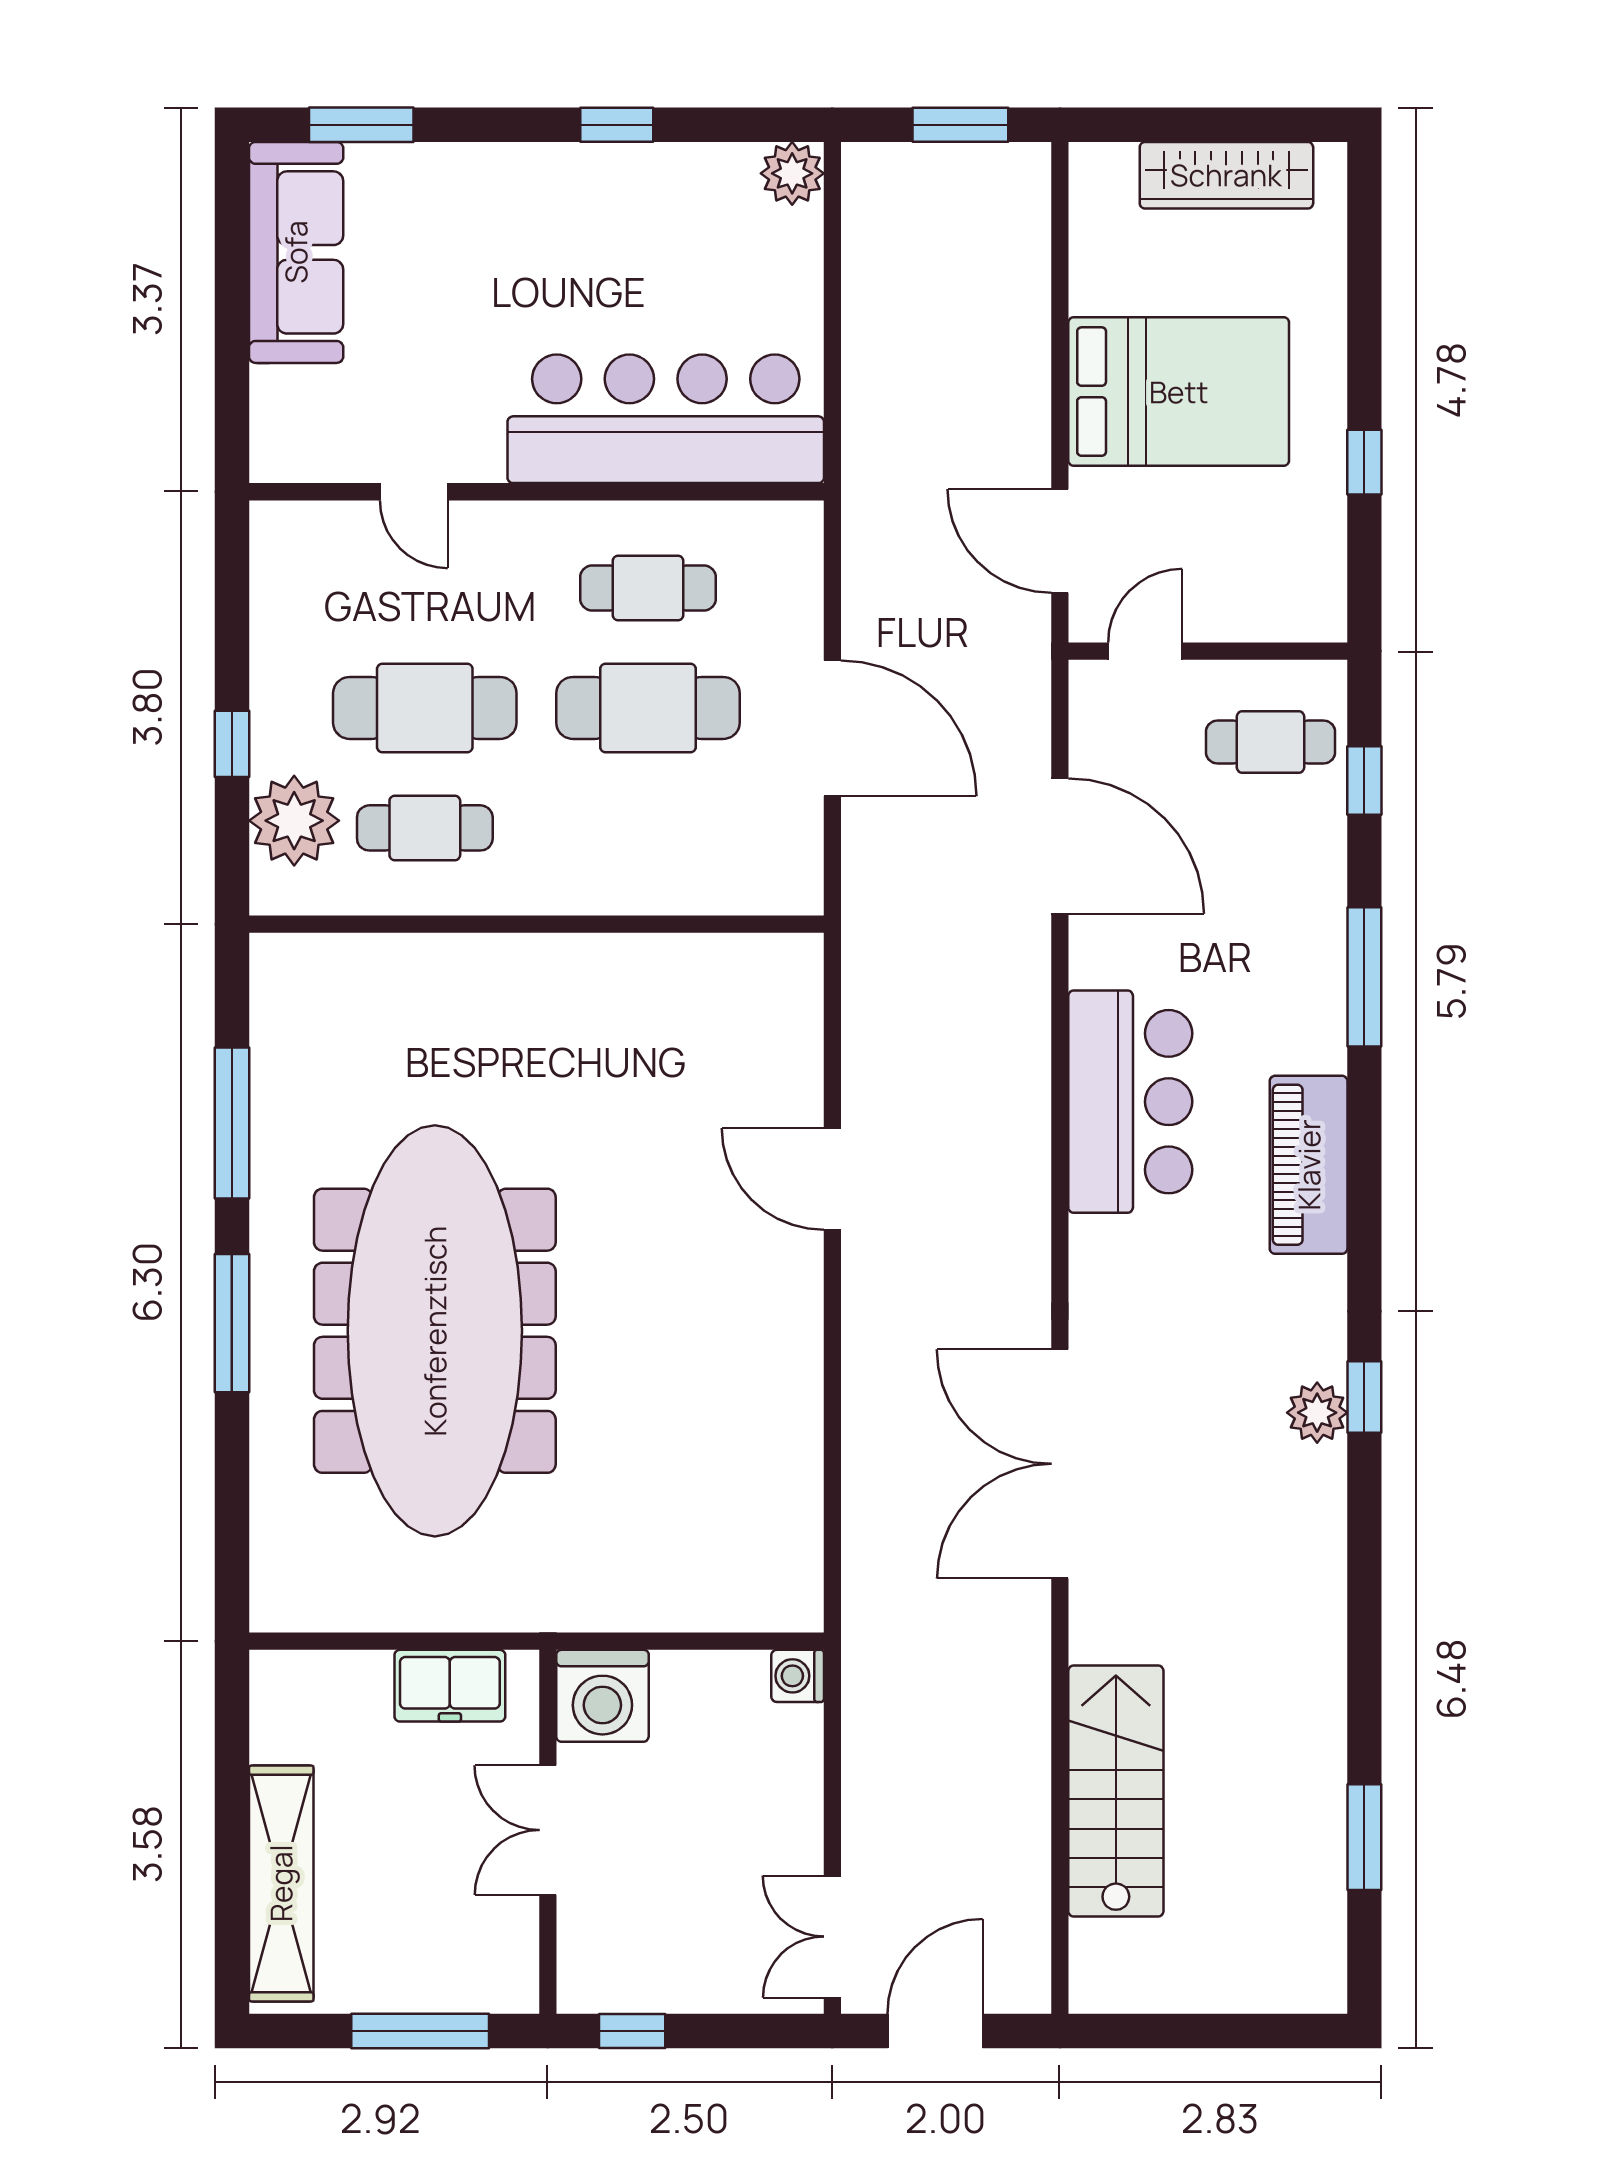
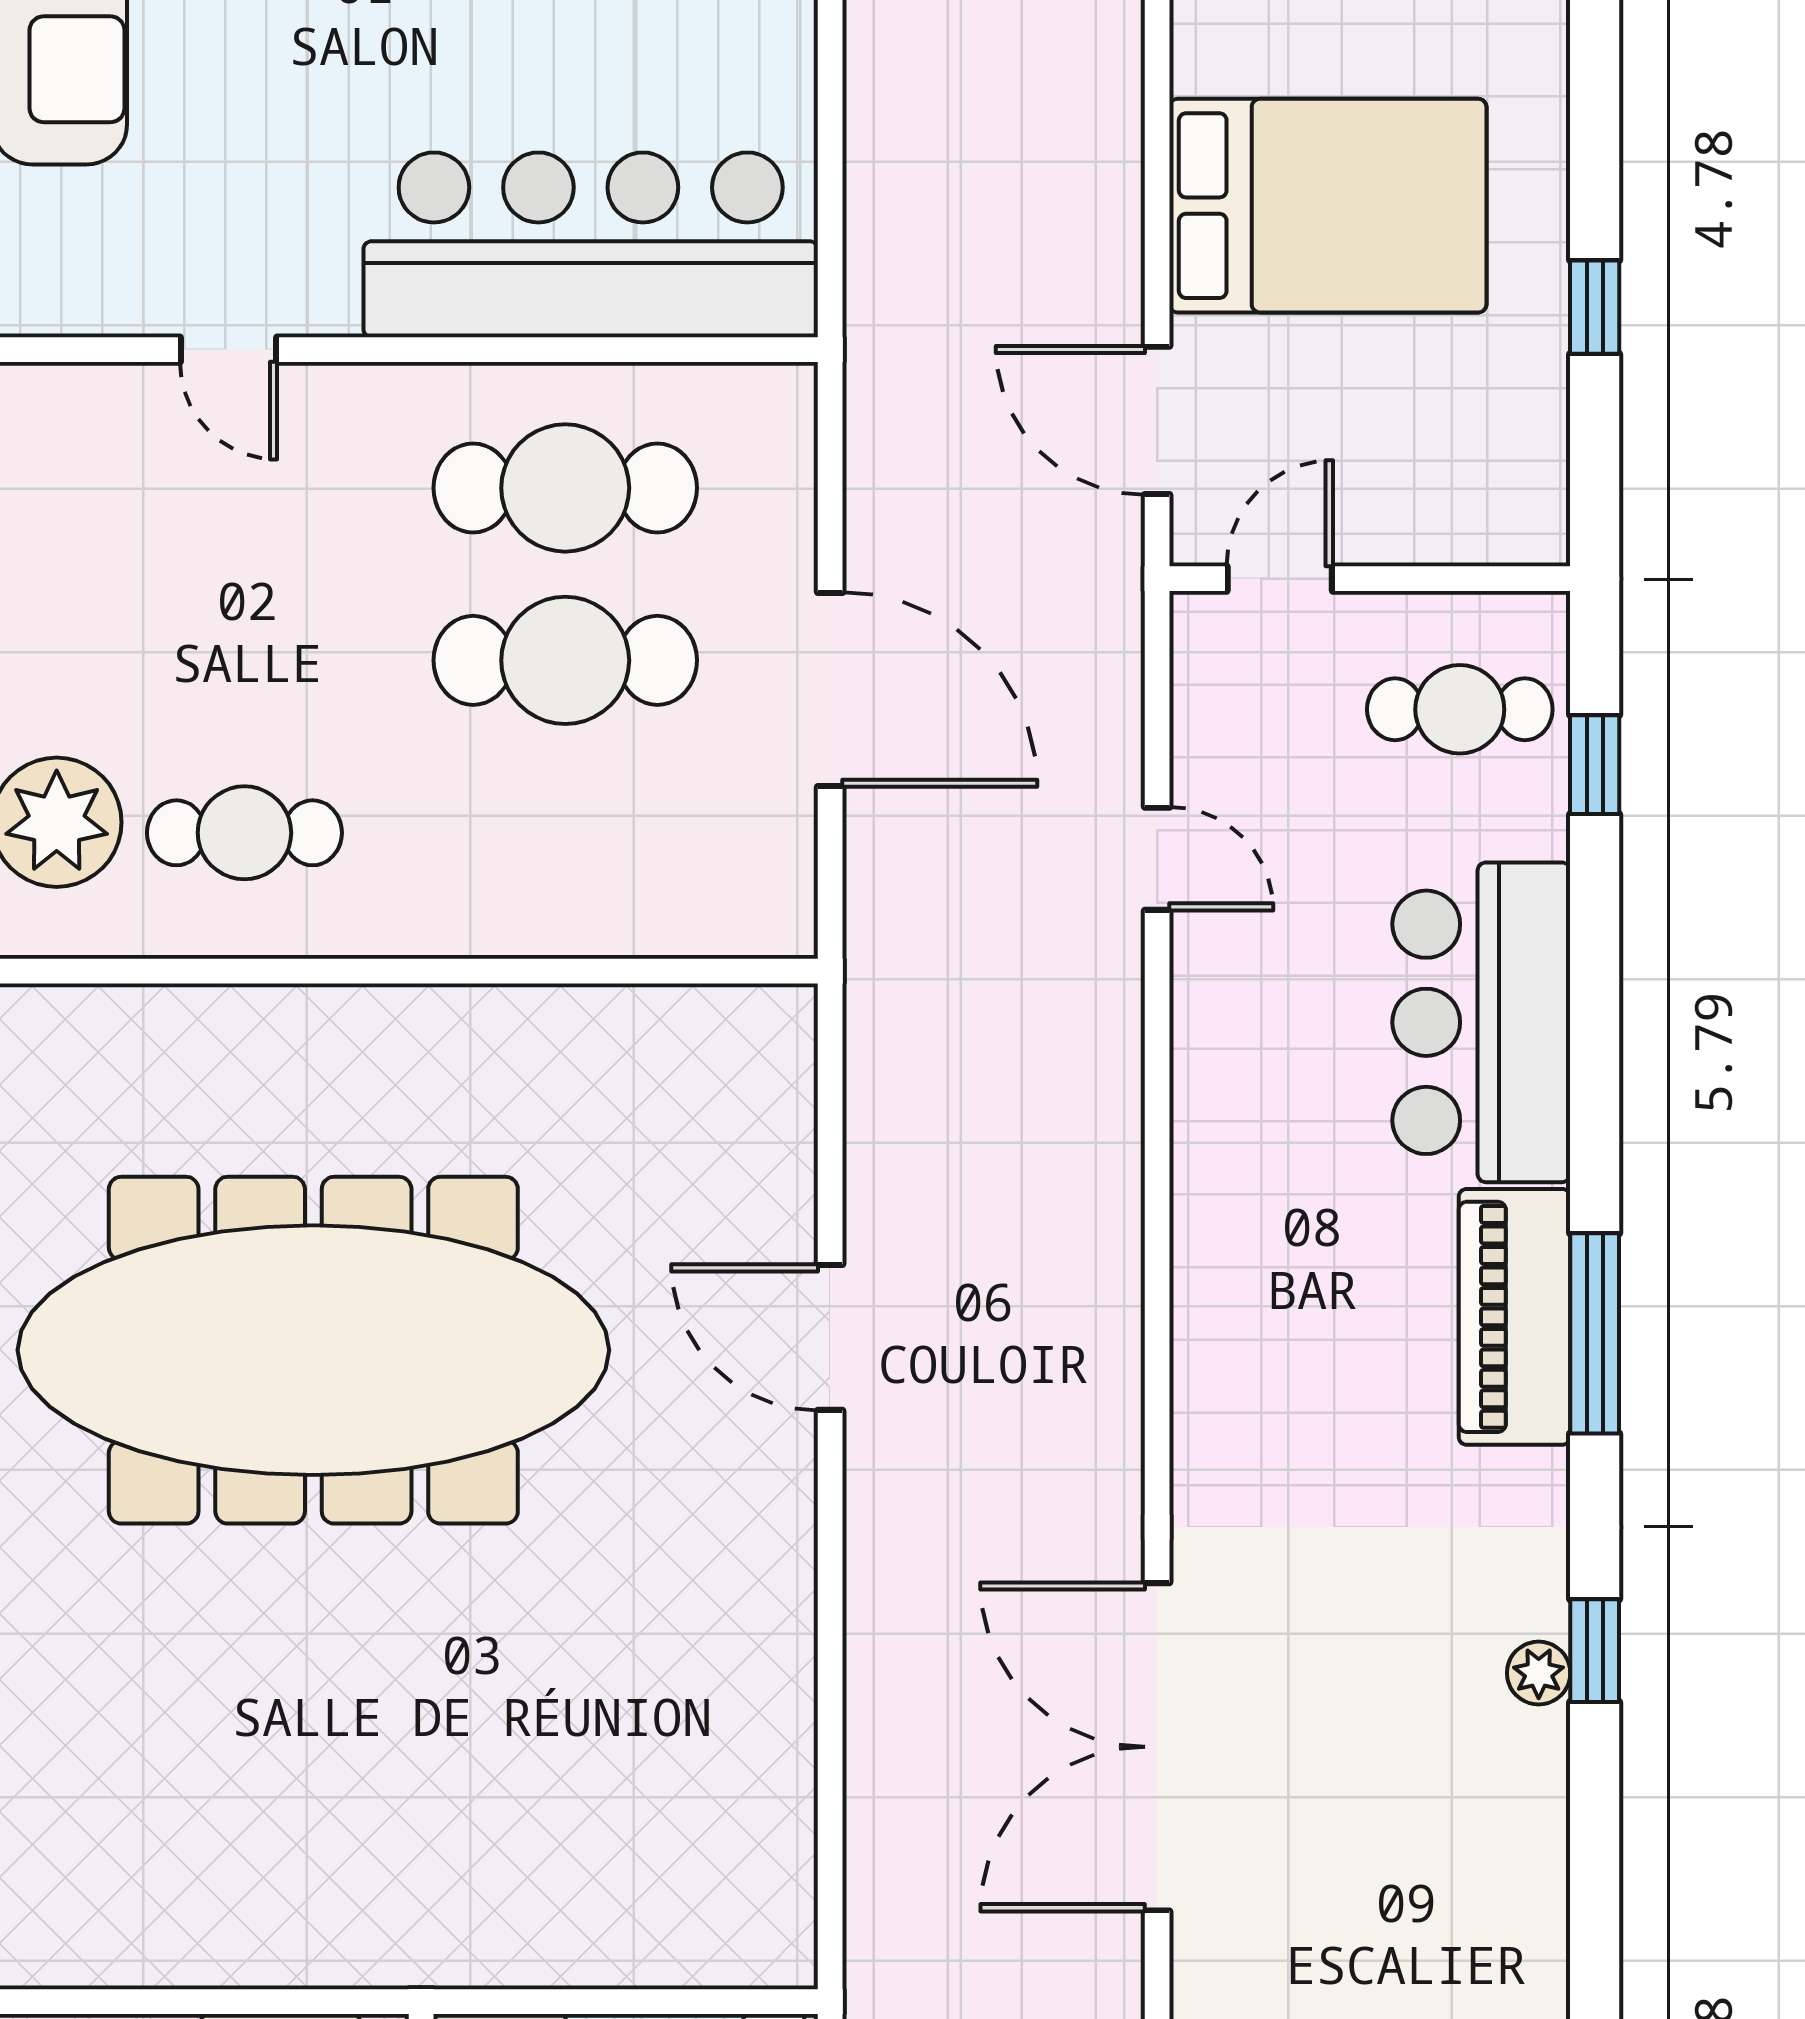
cafe table: (648, 588) -> (565, 488), width x1.37, depth x1.35
cafe table: (425, 708) -> (244, 660), removed
door: (1060, 846) -> (1157, 859), width x0.53
window: (1364, 977) -> (1595, 1333), moved
bar counter: (1130, 1102) -> (1481, 1022), moved, turned 180
meeting table: (435, 1331) -> (313, 1350), moved, turned 90
plant: (1317, 1413) -> (1539, 1673), width x0.73, depth x0.73

